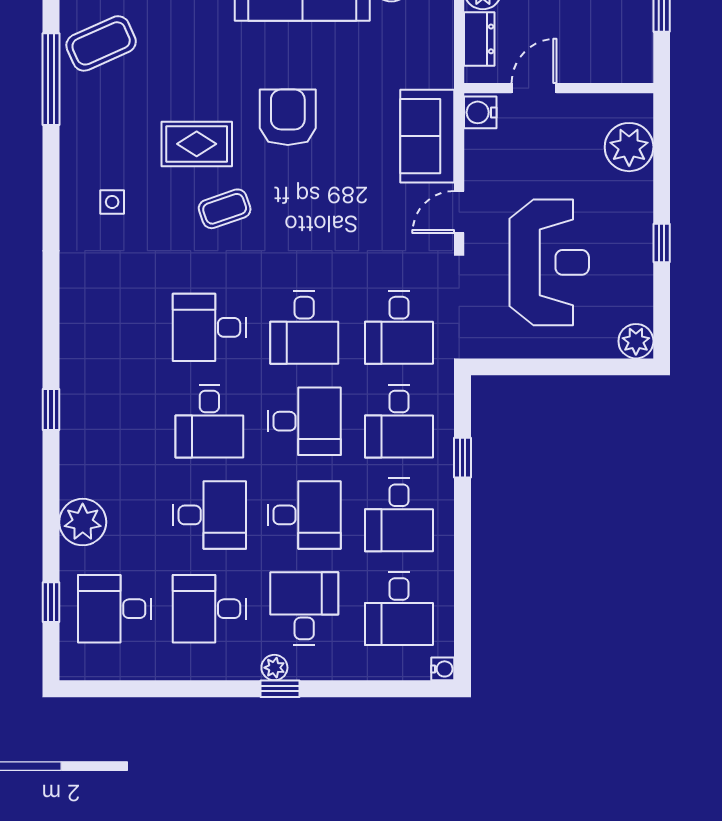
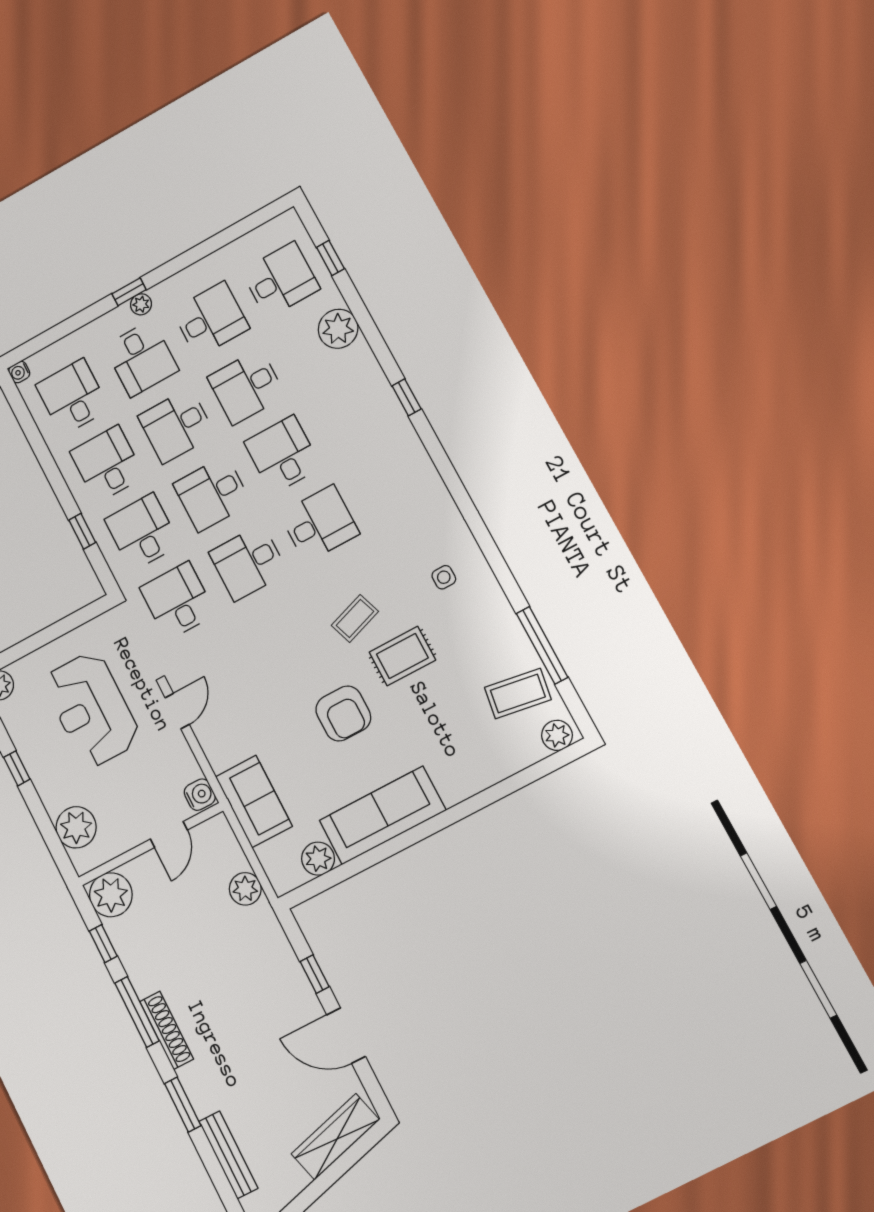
dresser: (479, 39) -> (229, 850), removed
coffee table: (101, 43) -> (518, 694), turned 33
plant: (628, 58) -> (111, 895), added
sofa: (427, 136) -> (254, 801), moved
desk: (304, 327) -> (248, 563), turned -90

